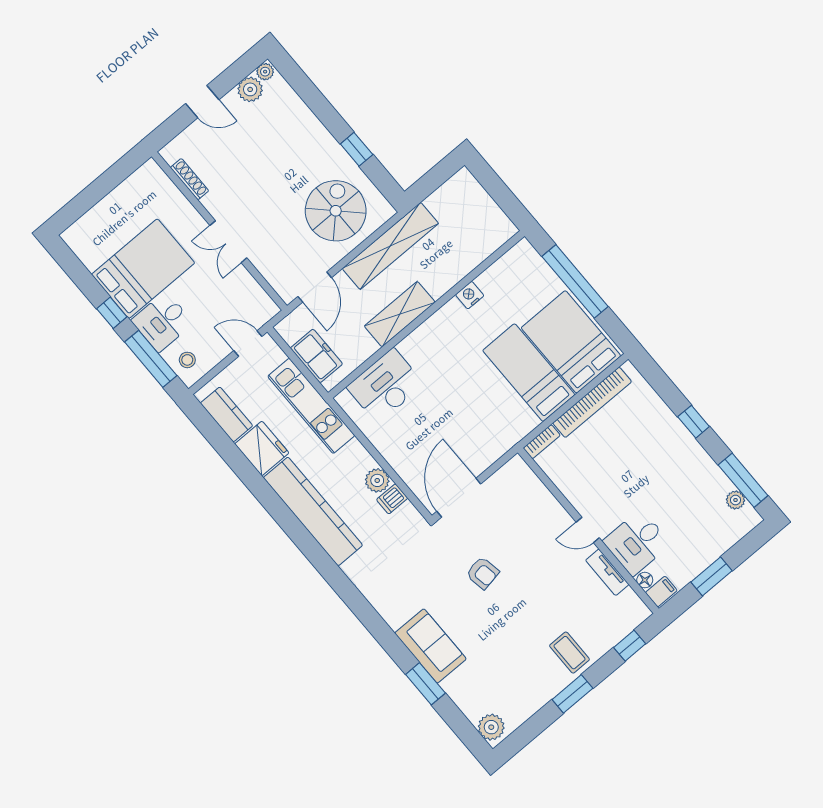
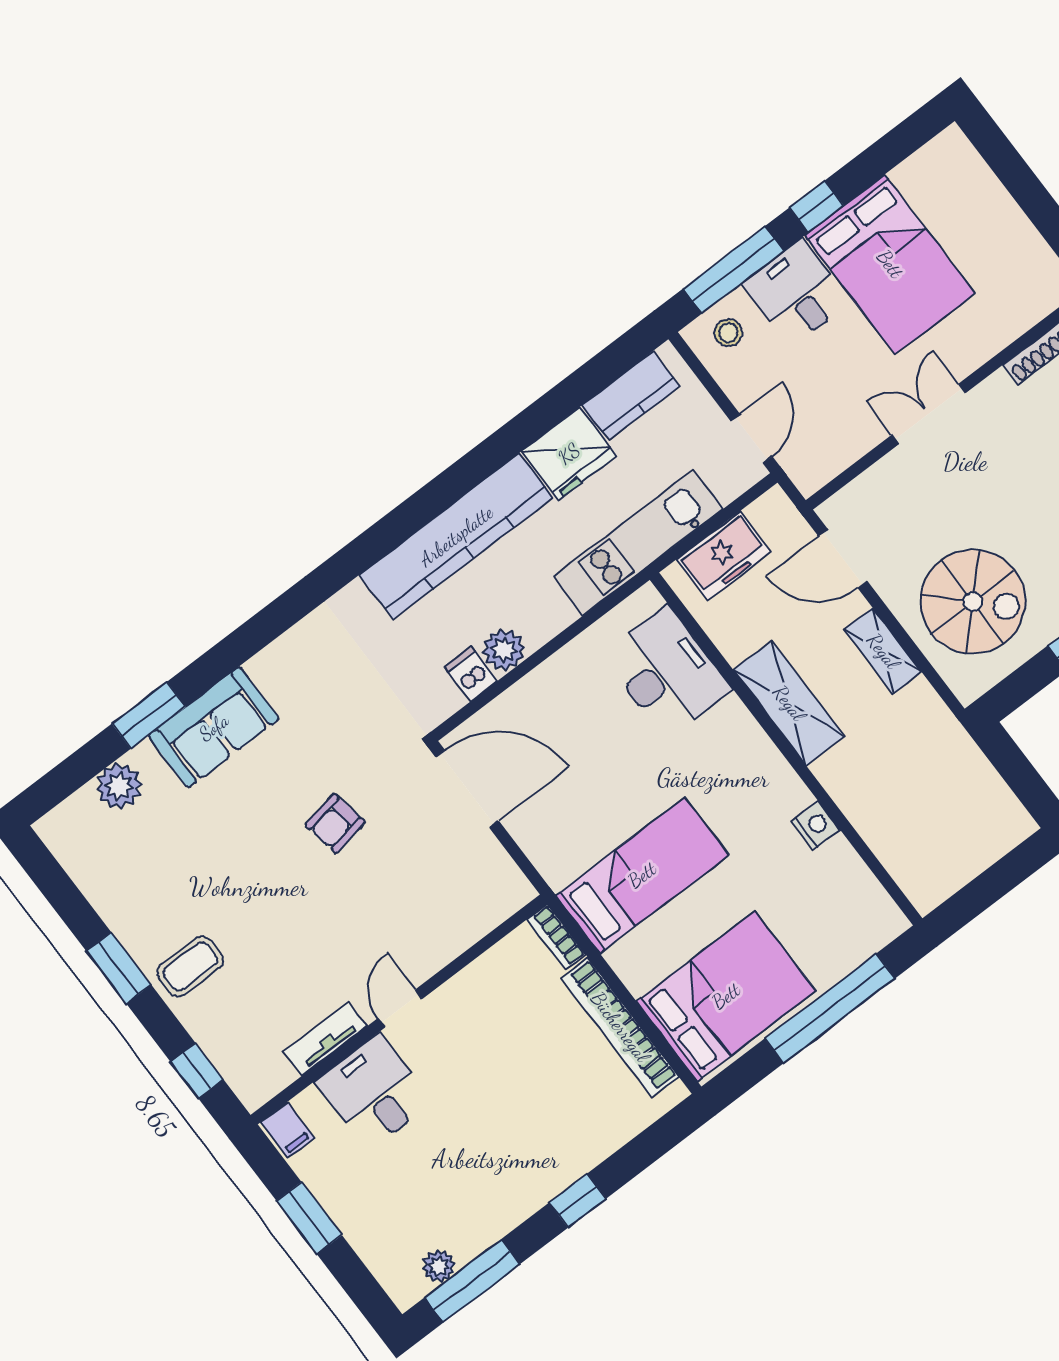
shelving: (390, 246) -> (883, 651), width x0.45, depth x0.75
bed: (529, 373) -> (642, 875), moved
floor lamp: (645, 580) -> (309, 1103), removed
plant: (491, 727) -> (119, 786), moved

